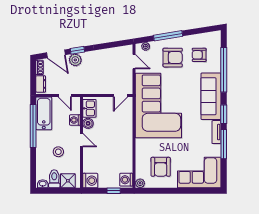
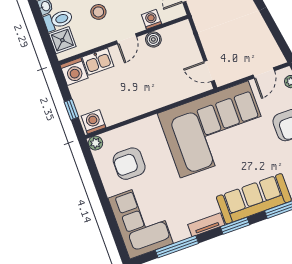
kitchen sink: (89, 108) -> (98, 62), moved
window: (224, 144) -> (177, 247), moved

